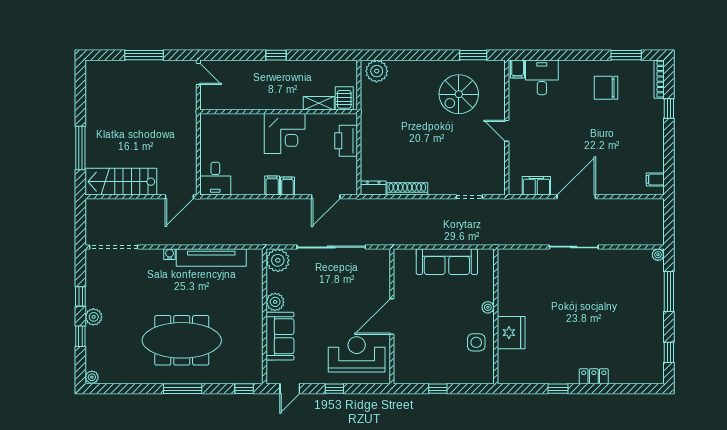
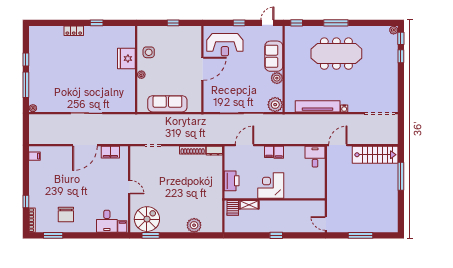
plant: (377, 71) -> (194, 225), moved
chair: (606, 88) -> (66, 215), turned 90
spiral stairs: (459, 94) -> (147, 219), moved
window: (80, 296) -> (401, 38), moved
plant: (94, 317) -> (393, 69), removed
window: (669, 352) -> (26, 60), moved

